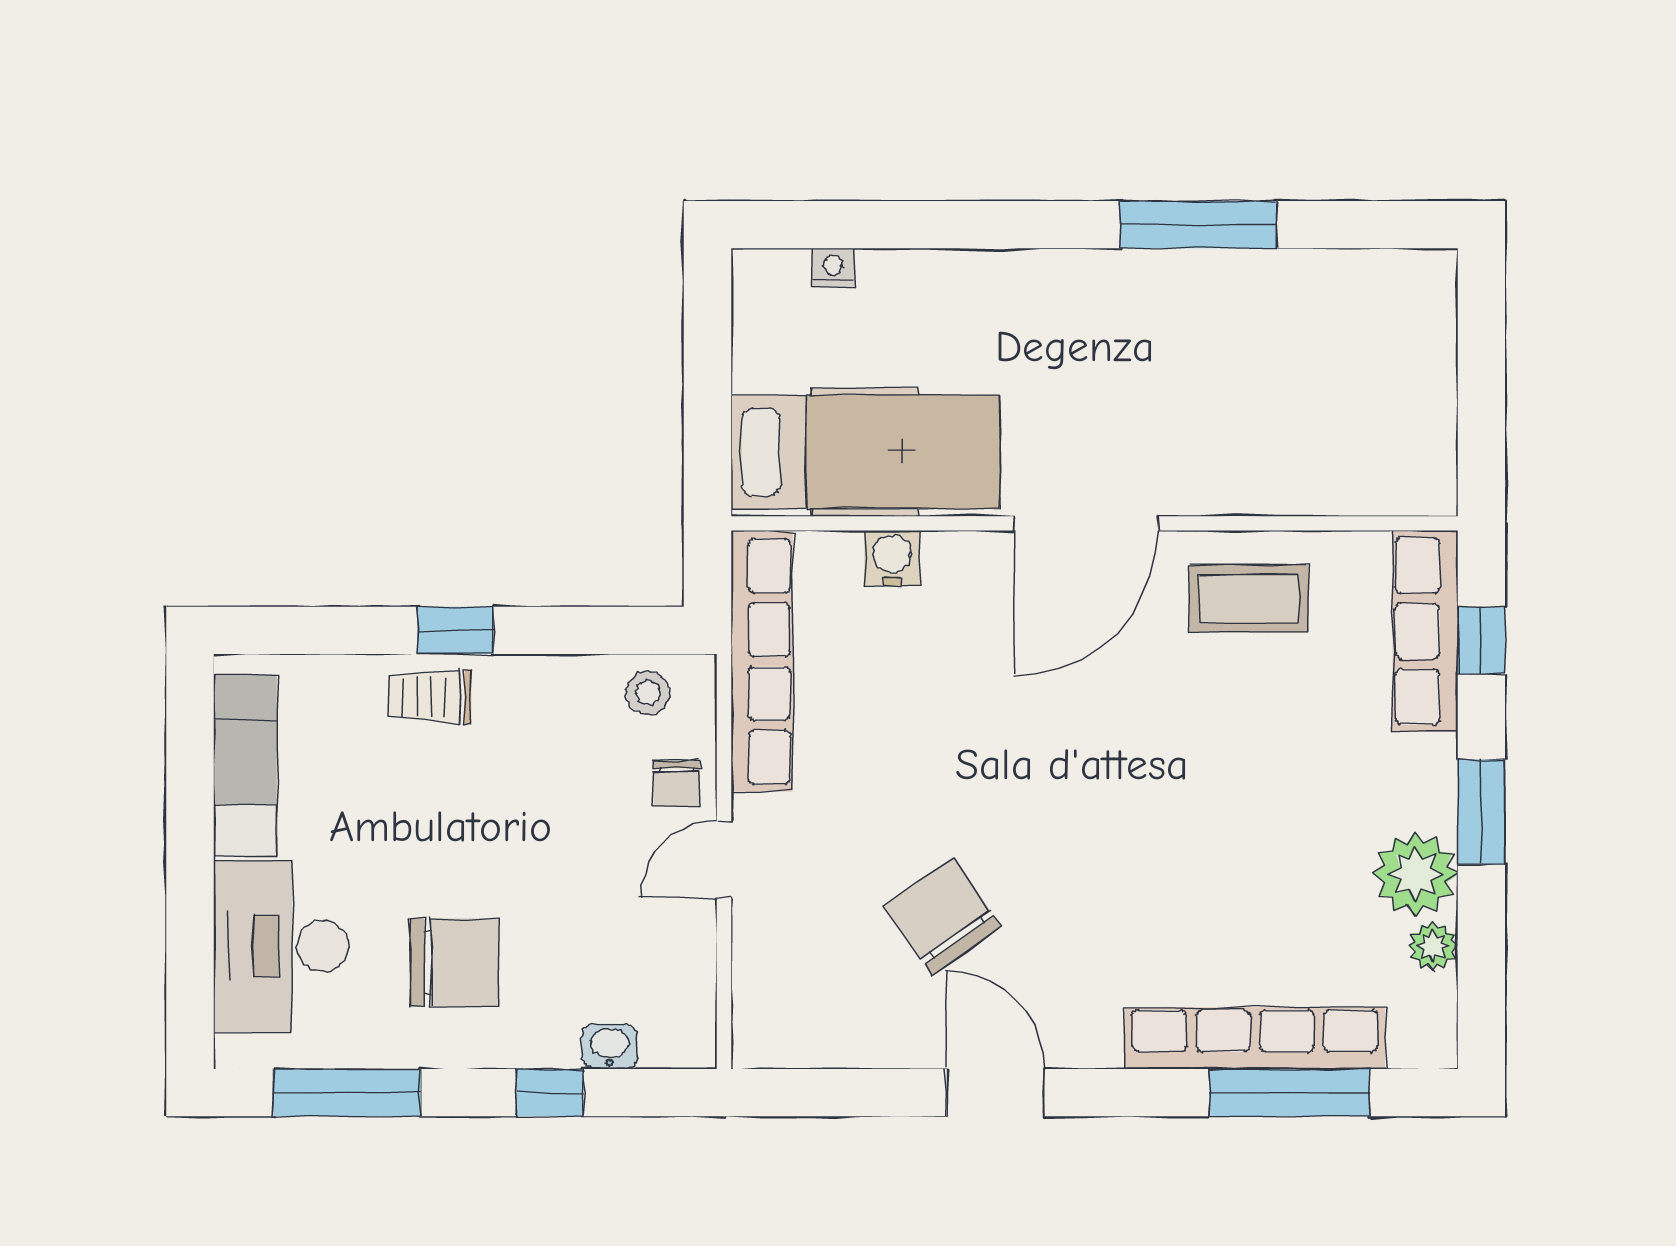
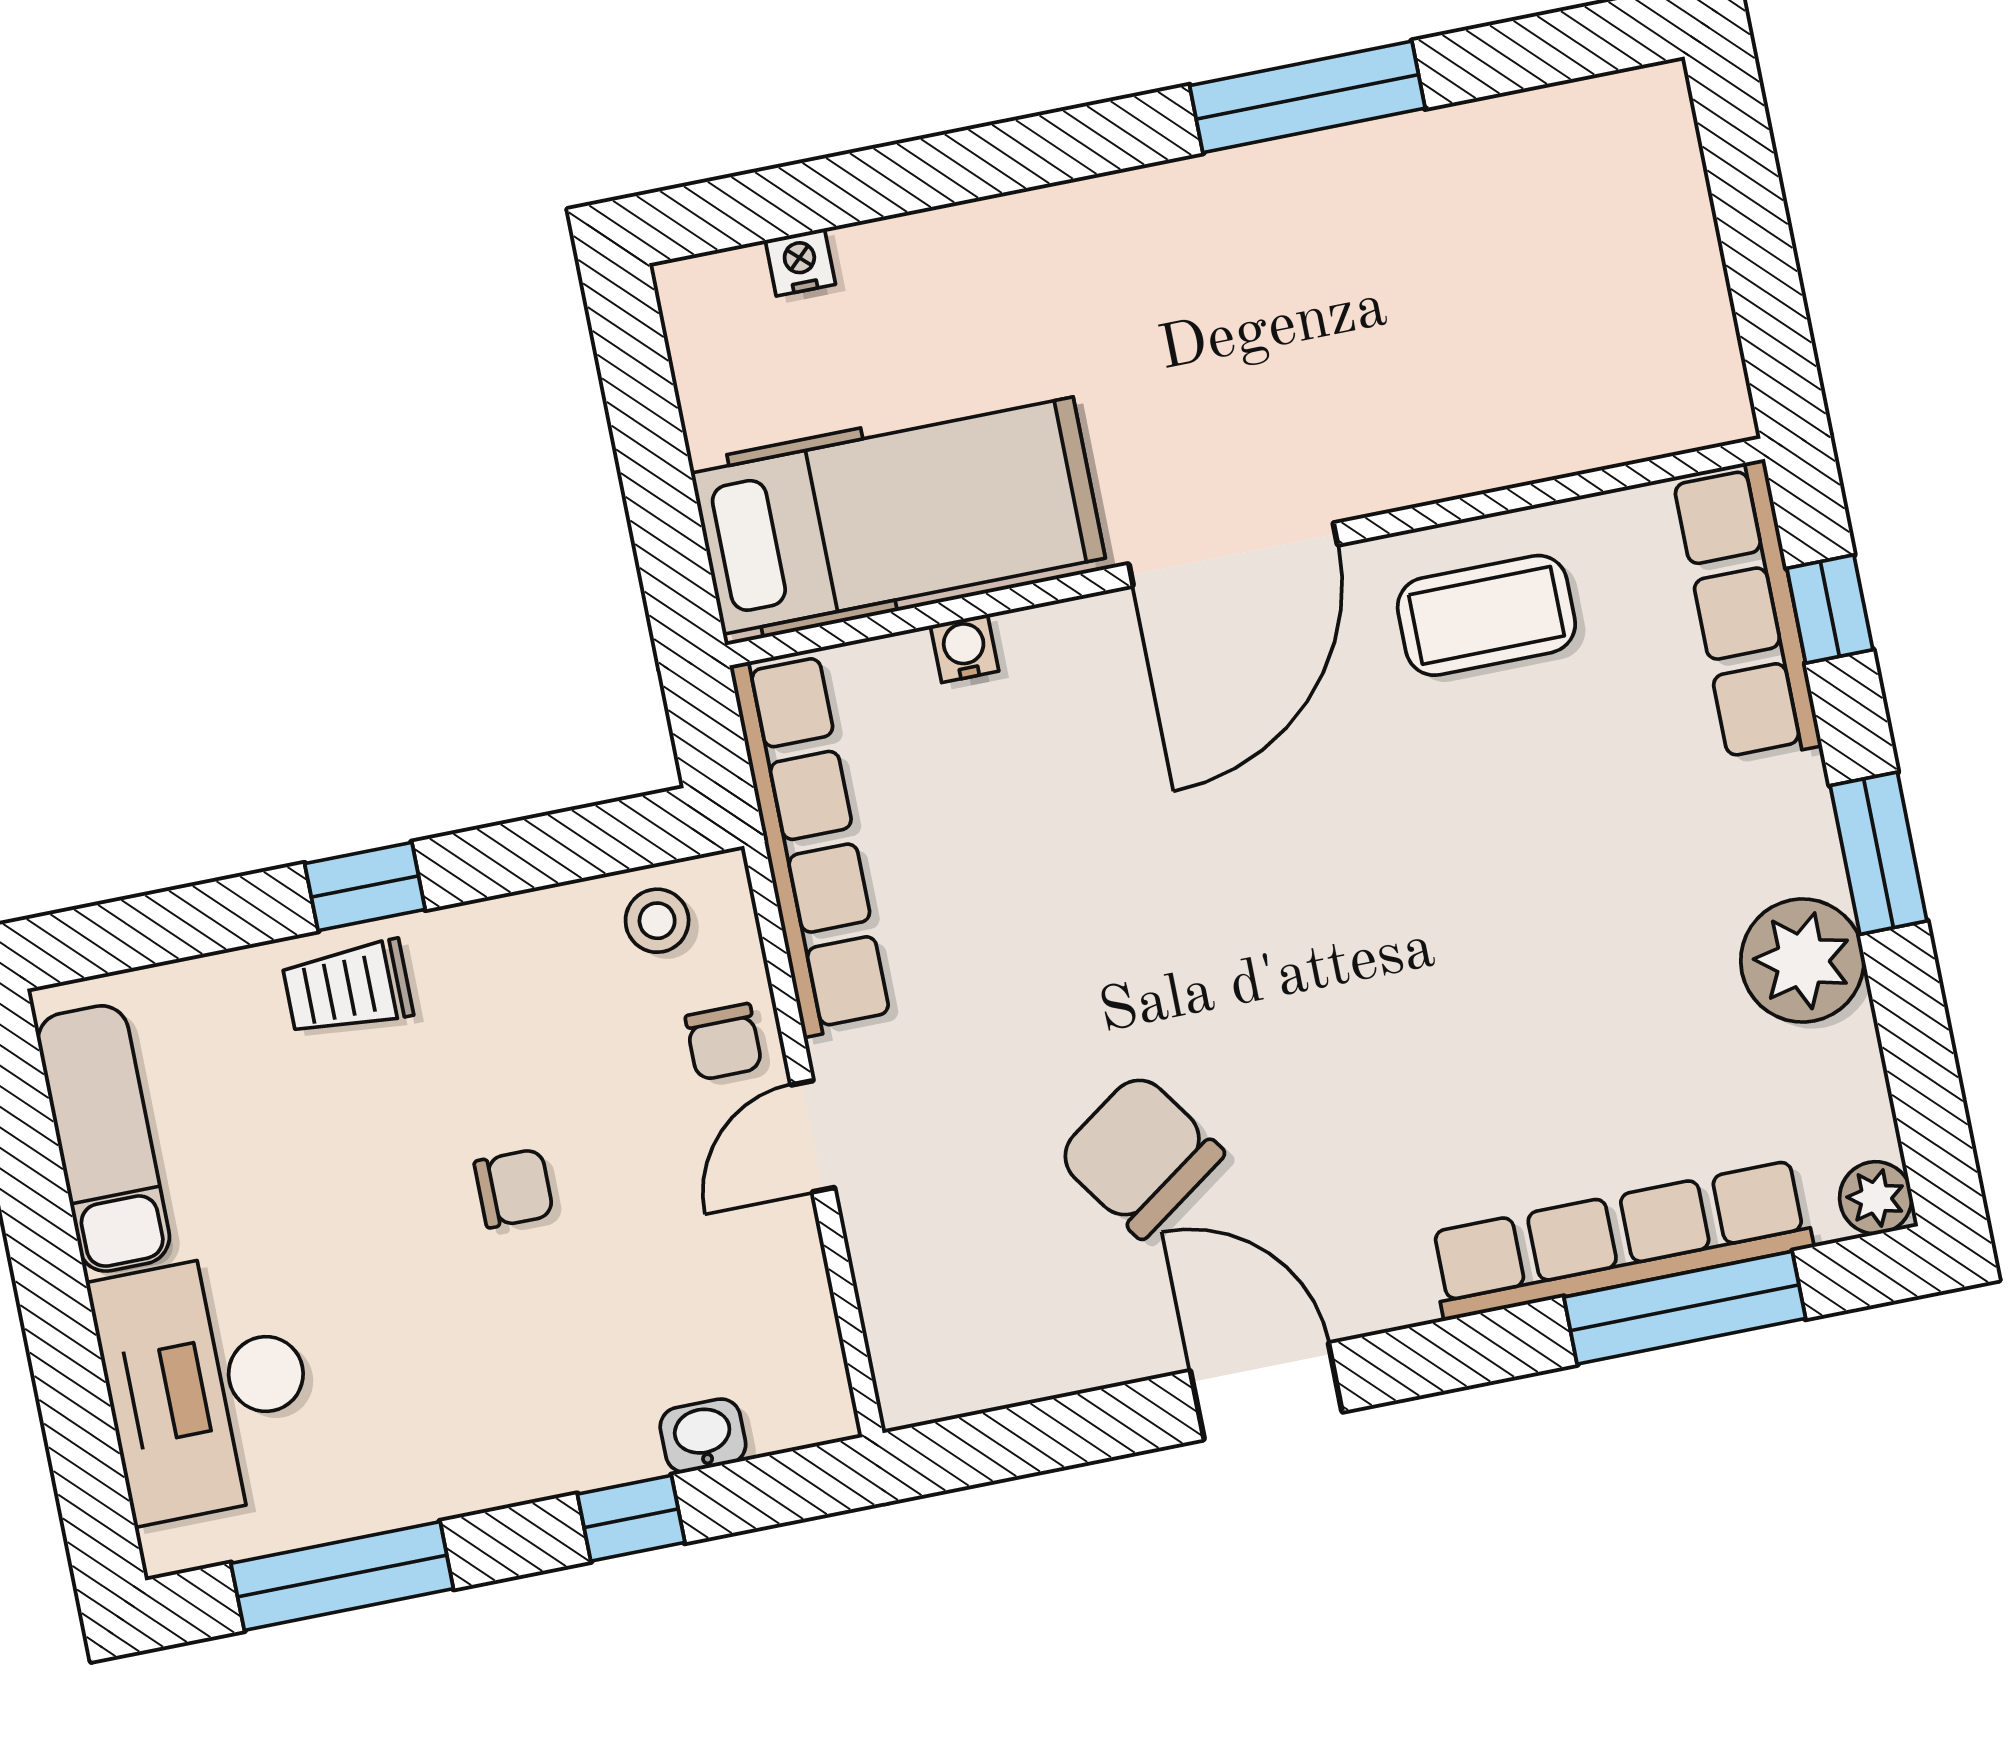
water cooler: (892, 558) -> (964, 648), width x0.72, depth x0.72
plant: (1433, 946) -> (1876, 1198), moved
chair: (454, 963) -> (514, 1188), moved, width x0.54, depth x0.54

